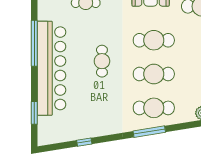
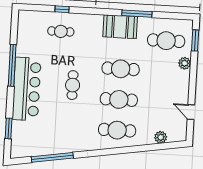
bar counter: (52, 68) -> (27, 89), width x0.73
window: (149, 132) -> (112, 151), removed
window: (84, 142) -> (52, 157), width x3.17

